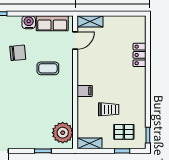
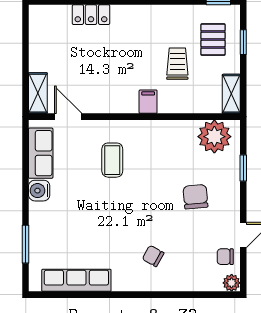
chair: (18, 53) -> (195, 197), moved

